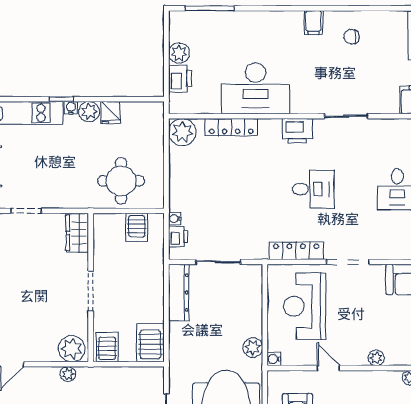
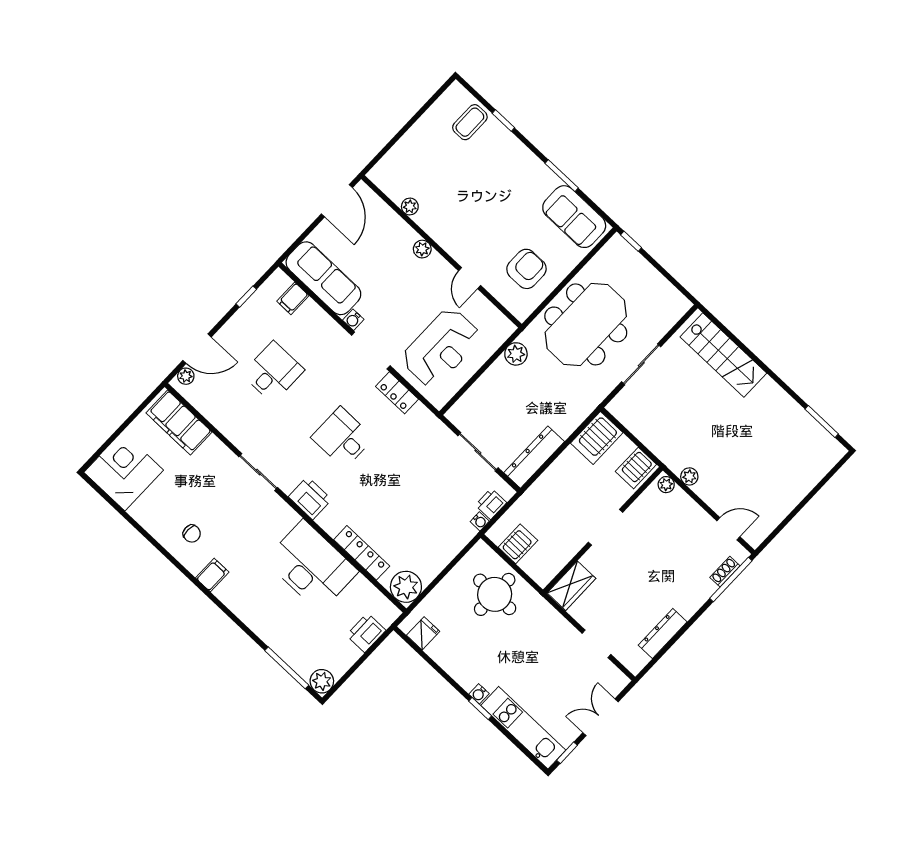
plant: (179, 53) -> (322, 681), moved
plant: (89, 112) -> (467, 676), removed
fridge: (110, 113) -> (423, 633), moved
locker: (296, 251) -> (397, 393), width x0.66
plant: (72, 349) -> (666, 485), width x0.53, depth x0.53
water cooler: (274, 359) -> (353, 320), moved, turned 90

